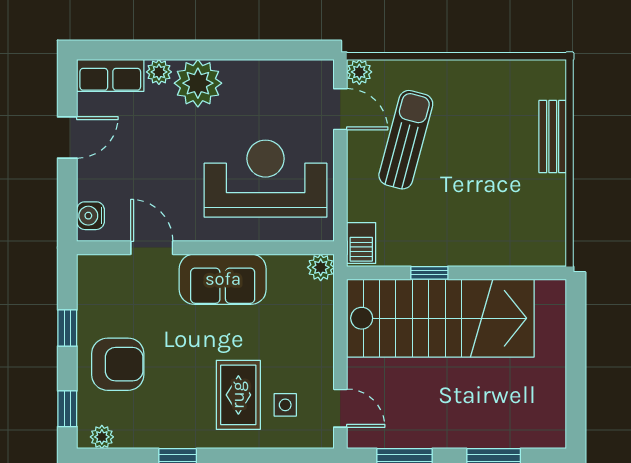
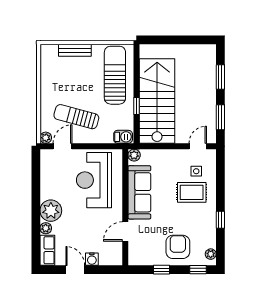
water cooler: (91, 216) -> (92, 259), moved
sun lounger: (498, 225) -> (115, 75), added
sofa: (223, 279) -> (139, 192), width x1.36

